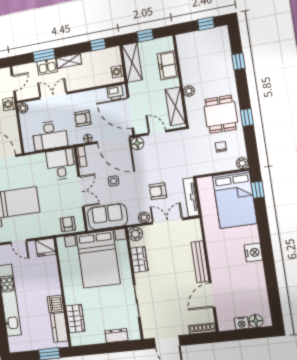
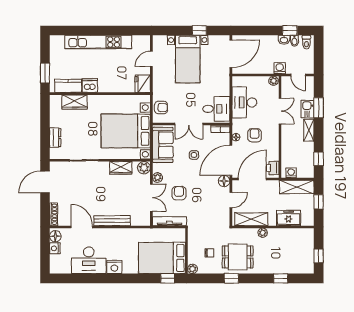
desk: (250, 283) -> (89, 260), added
floor lamp: (256, 321) -> (55, 236), moved

